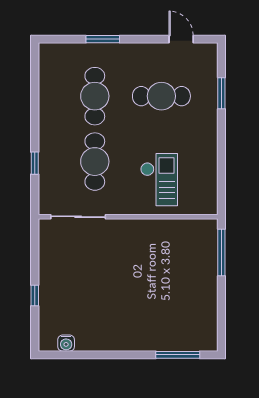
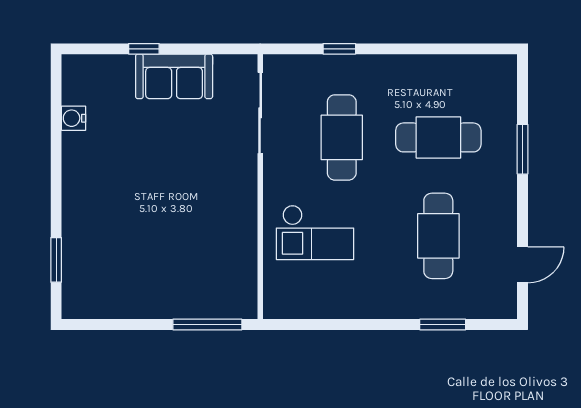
cafe table: (95, 162) -> (342, 137), turned 90
sofa: (53, 275) -> (174, 76), added
water cooler: (66, 343) -> (73, 118), moved
window: (178, 355) -> (56, 260), width x0.69

